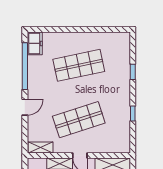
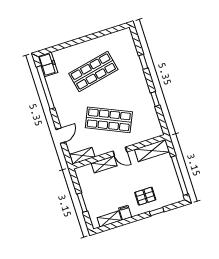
door: (25, 107) -> (61, 136), moved
shop shelf: (79, 120) -> (109, 120), turned 42

